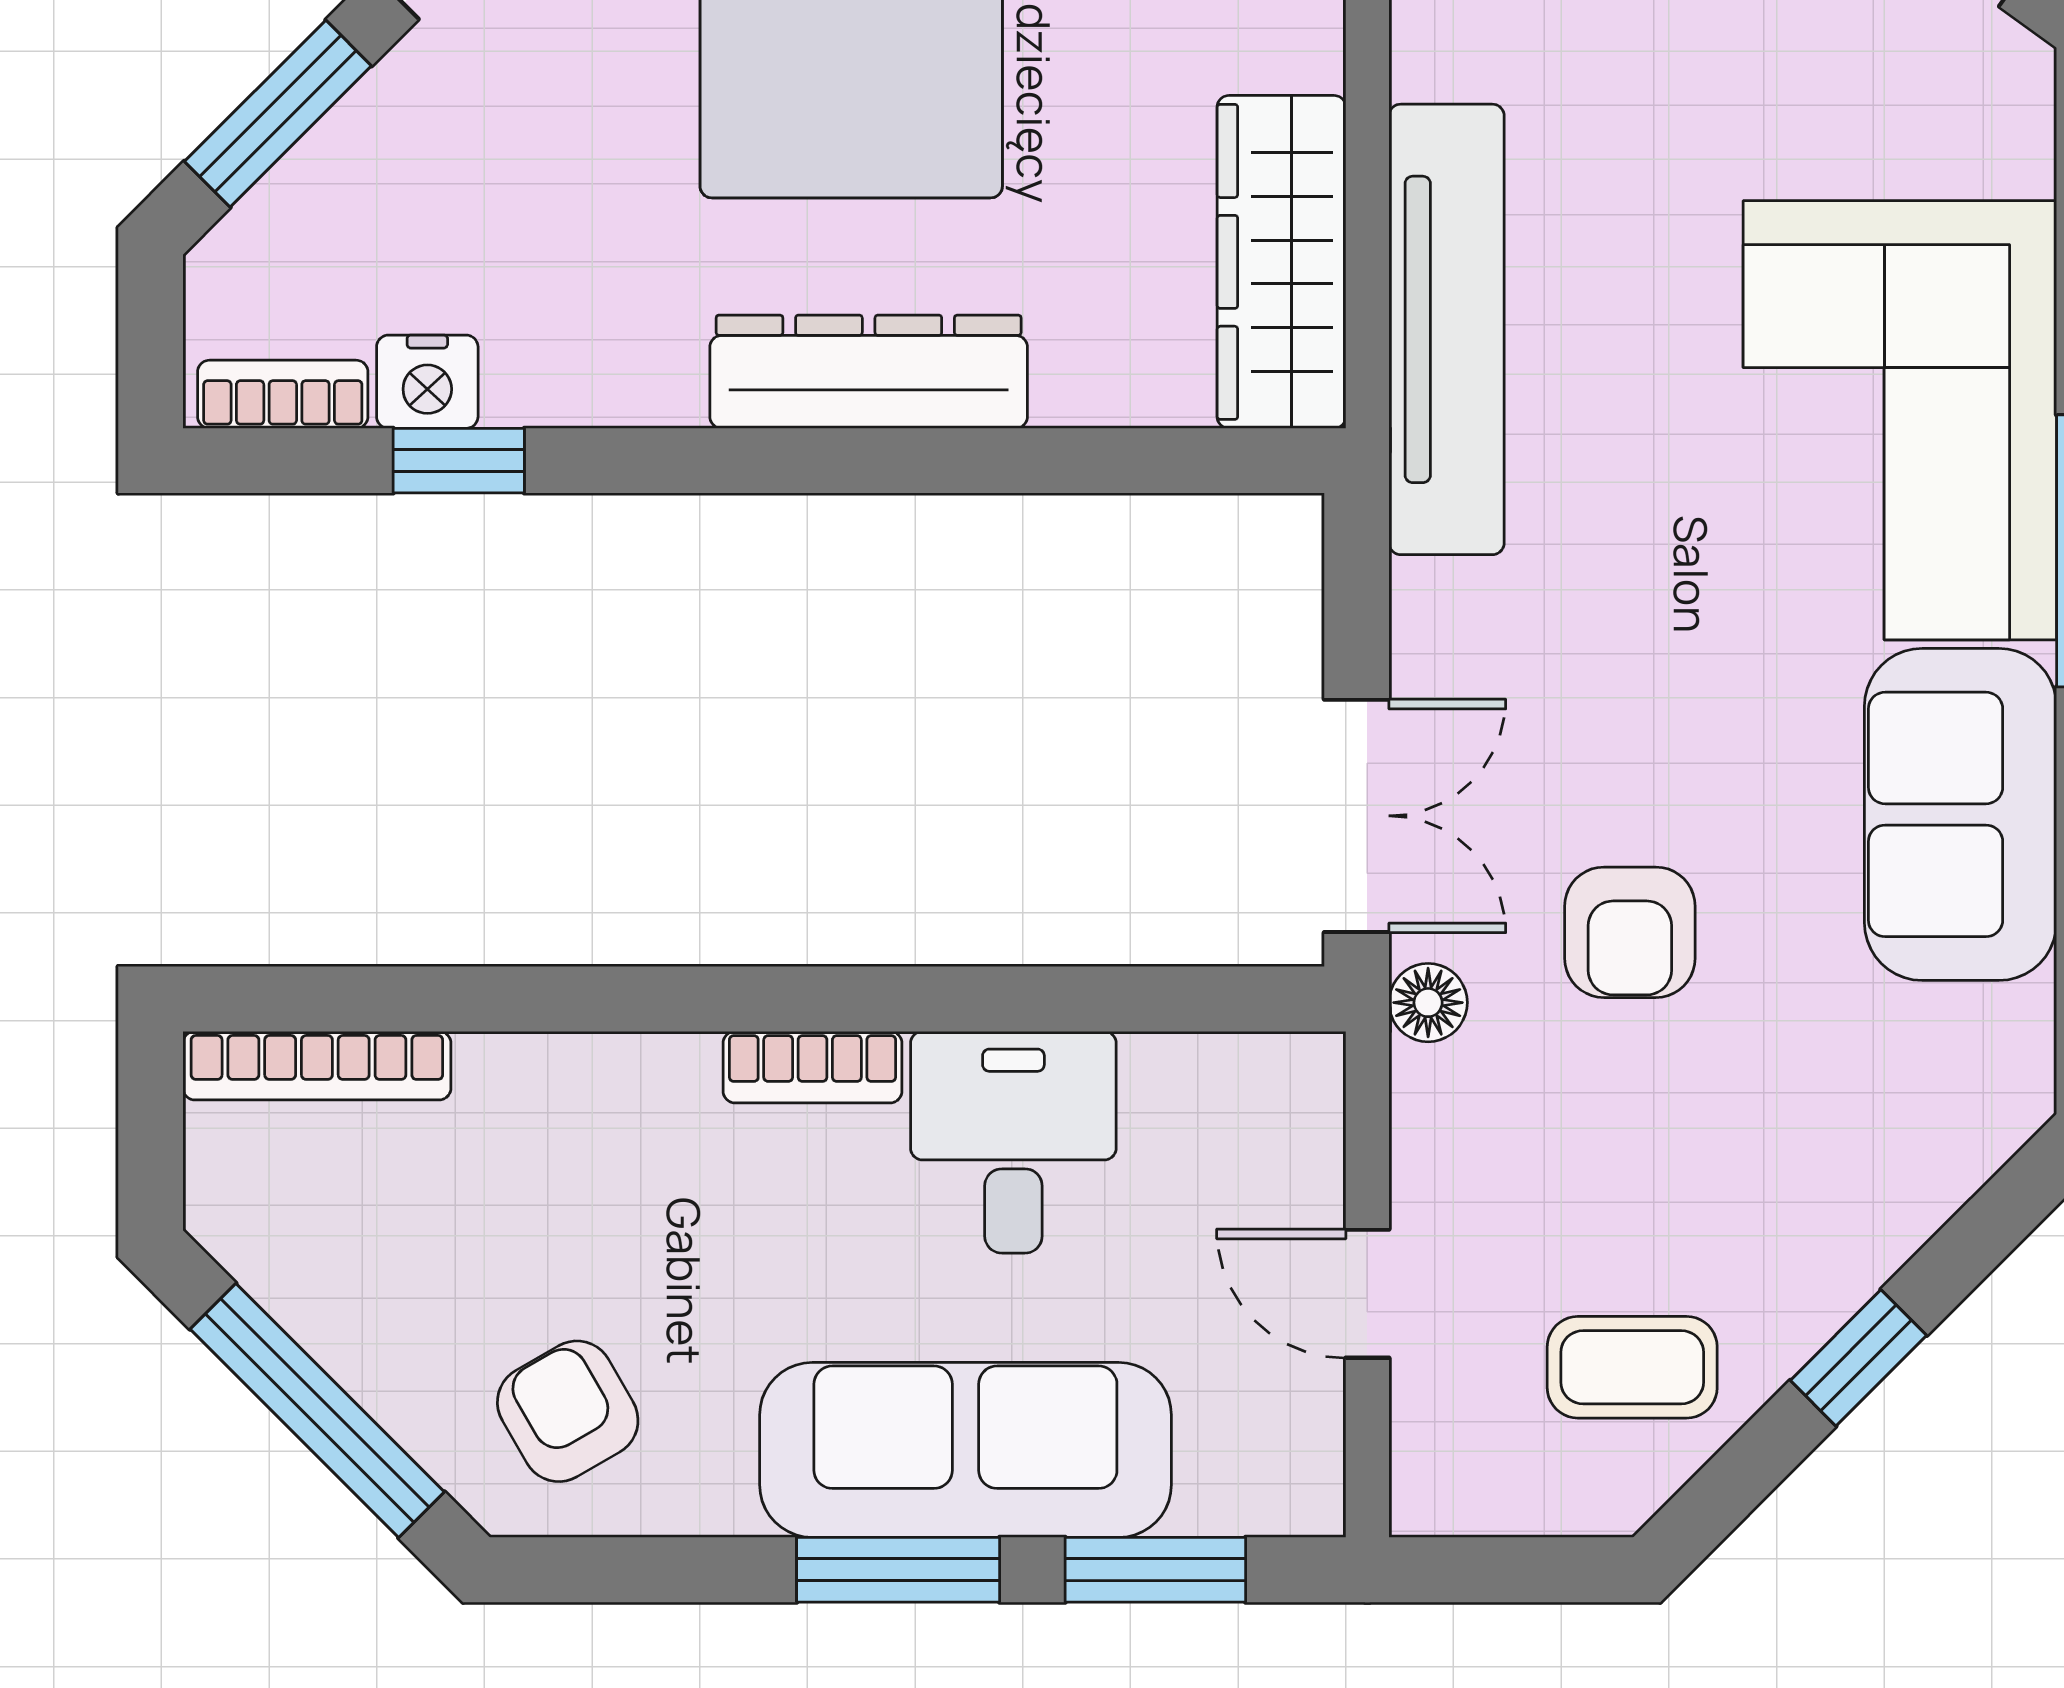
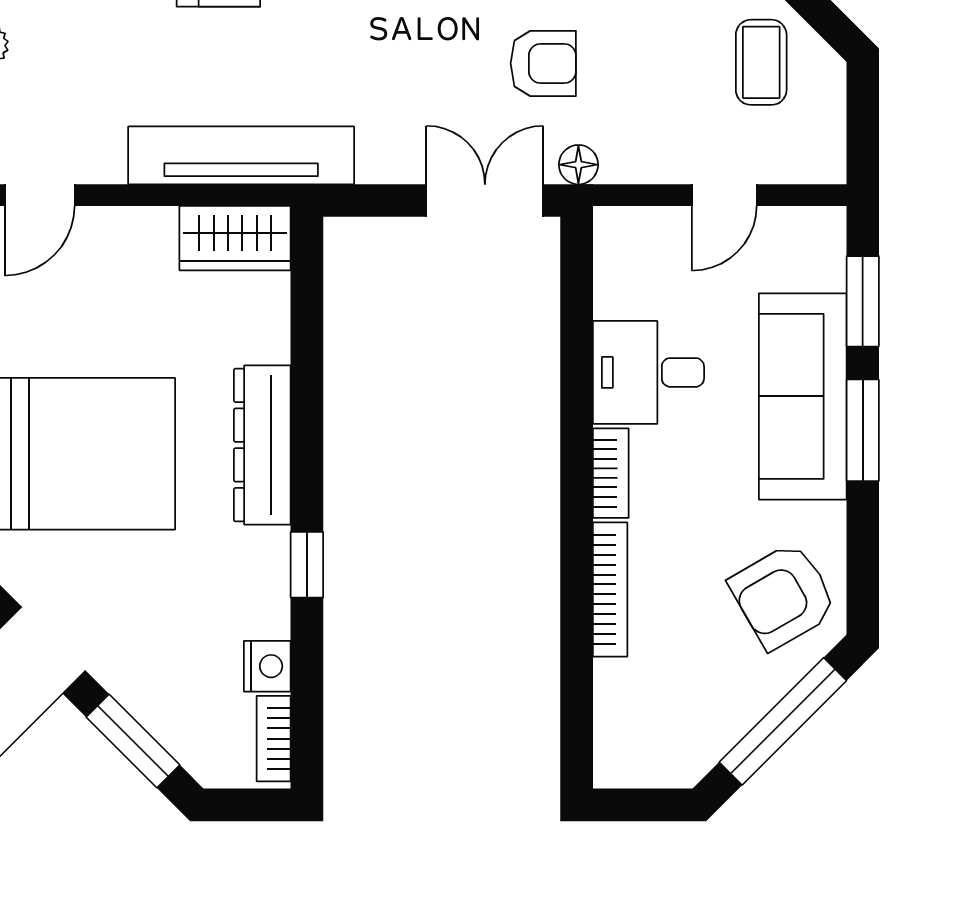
wardrobe: (1281, 262) -> (235, 238), width x0.67
window: (459, 461) -> (307, 565), moved
bookcase: (317, 1066) -> (610, 589), moved
armchair: (568, 1411) -> (783, 596), width x1.38, depth x1.38

